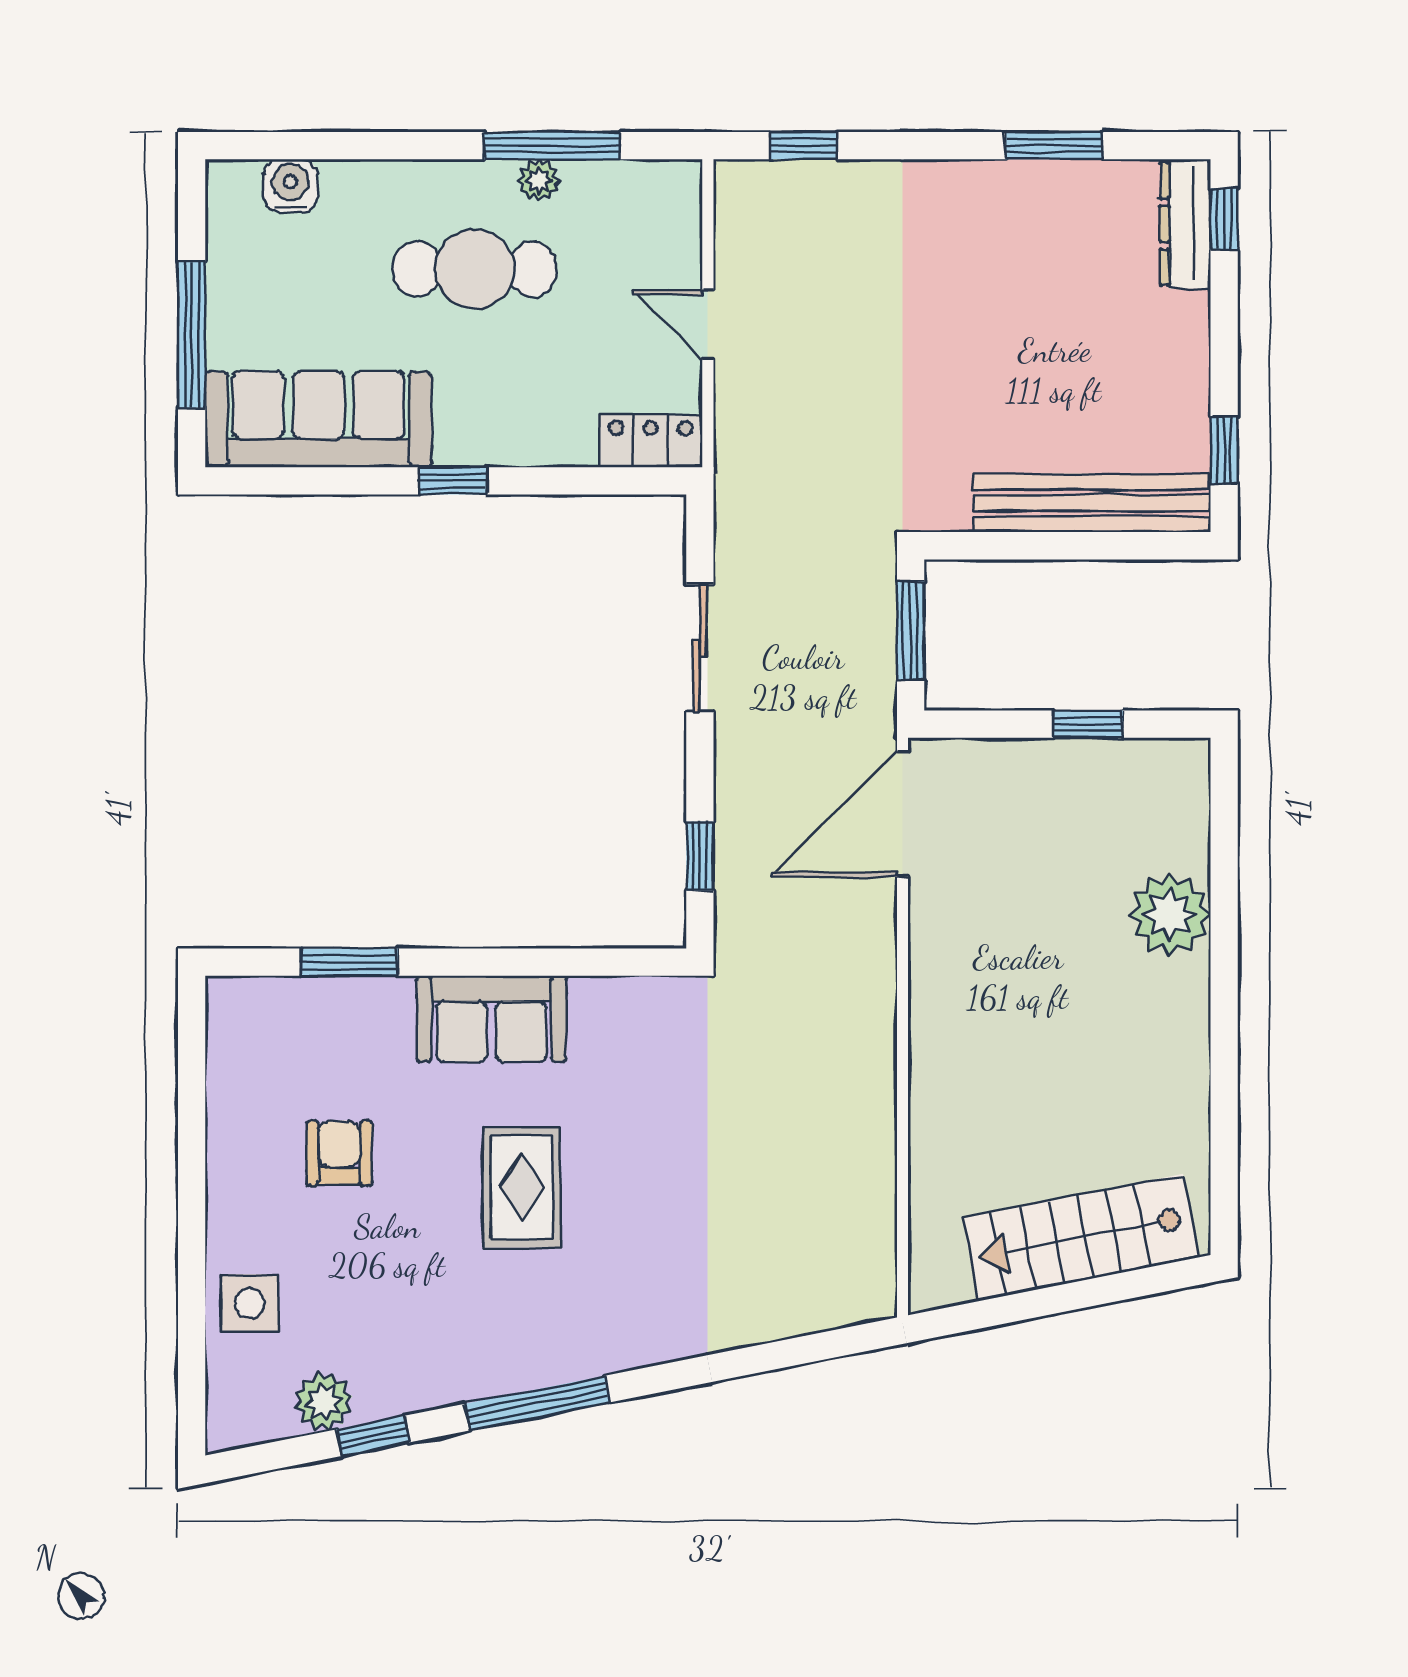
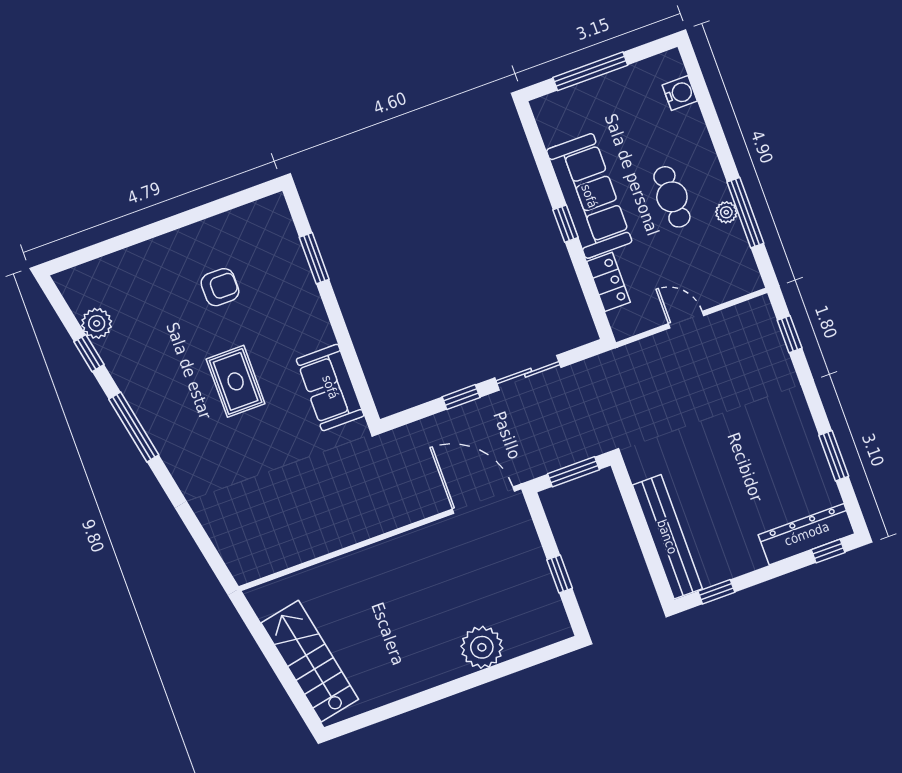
dresser: (1185, 224) -> (807, 534), width x1.37, depth x1.24
cafe table: (475, 269) -> (672, 197), width x0.73, depth x0.74
door: (708, 325) -> (686, 320), hinge flipped
sofa: (318, 419) -> (589, 196), moved
locker: (651, 441) -> (608, 282), moved
window: (700, 856) -> (461, 397), moved
sofa: (491, 1019) -> (330, 387), moved
rug: (521, 1187) -> (236, 381), turned 90
side table: (250, 1303) -> (131, 270), removed

